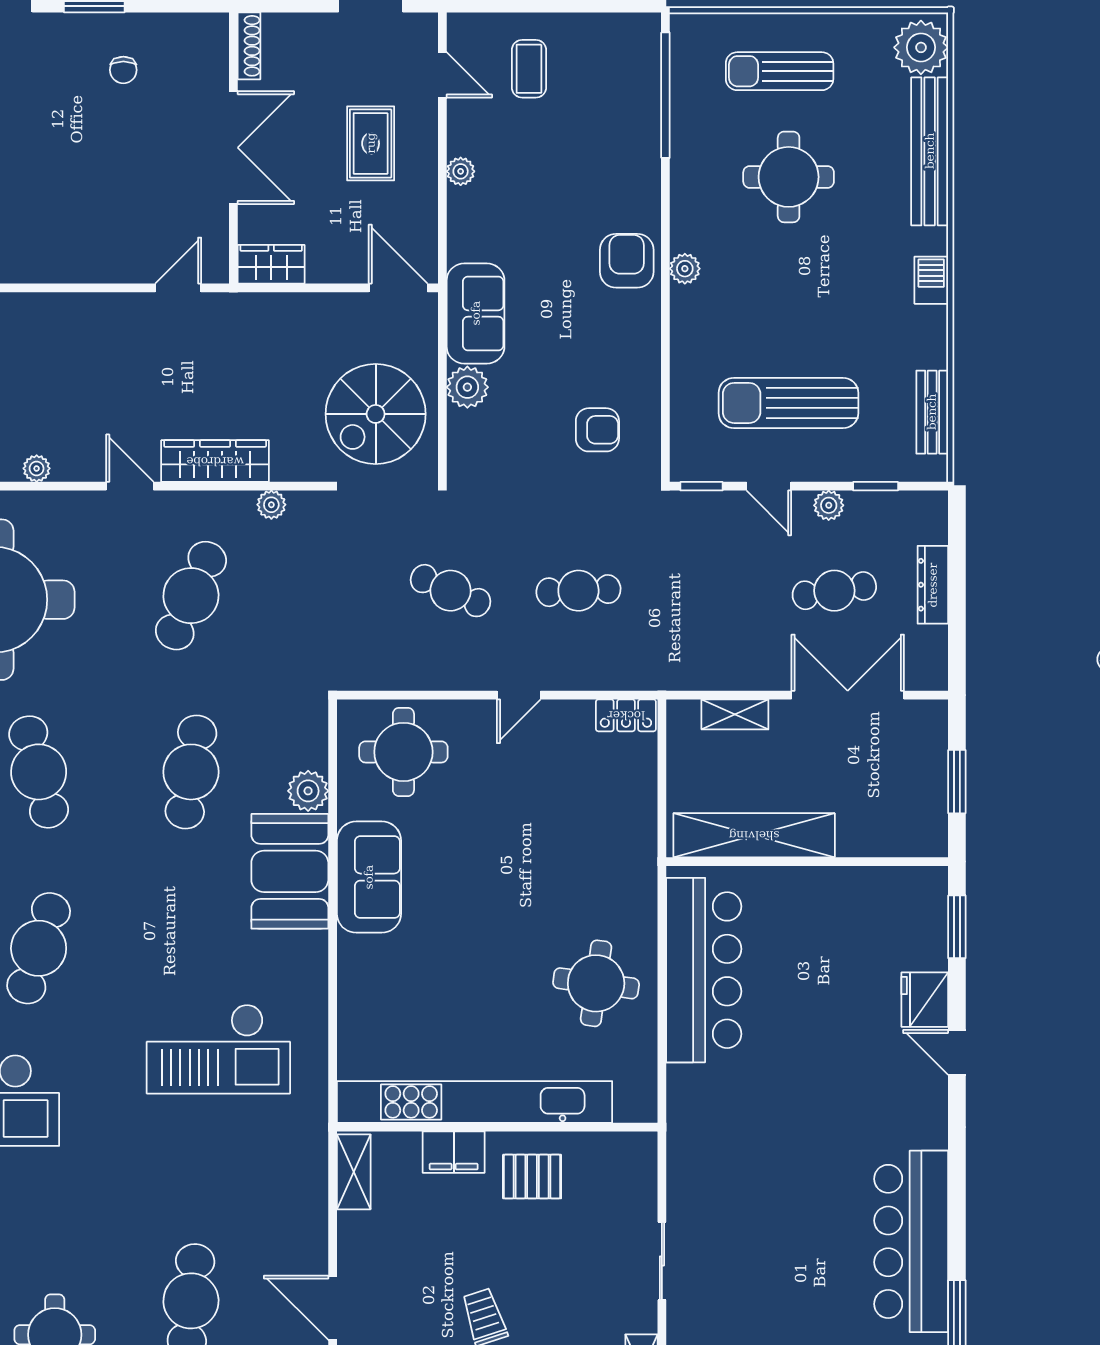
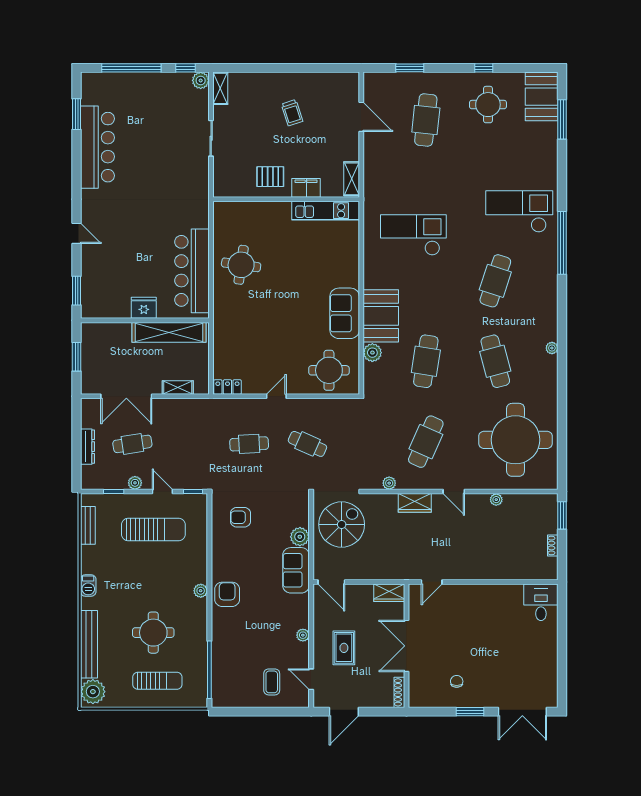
armchair: (627, 261) -> (227, 594), turned 180
wardrobe: (215, 461) -> (415, 503), width x0.67
fridge: (925, 1000) -> (144, 308), moved, turned -90
kitchen unit: (474, 1102) -> (326, 211), width x0.54

